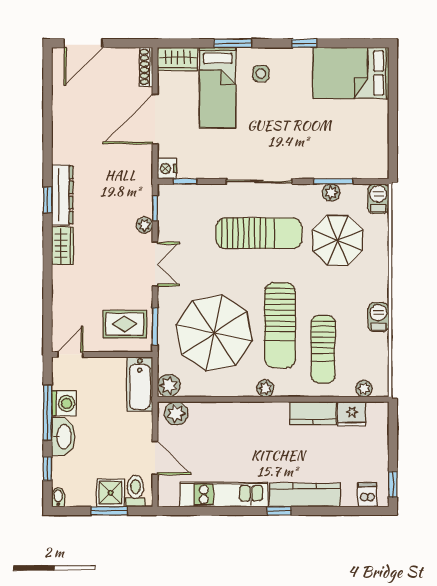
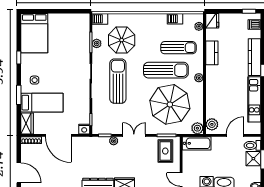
barbecue: (378, 317) -> (175, 19), moved
fridge: (352, 414) -> (212, 21), moved

